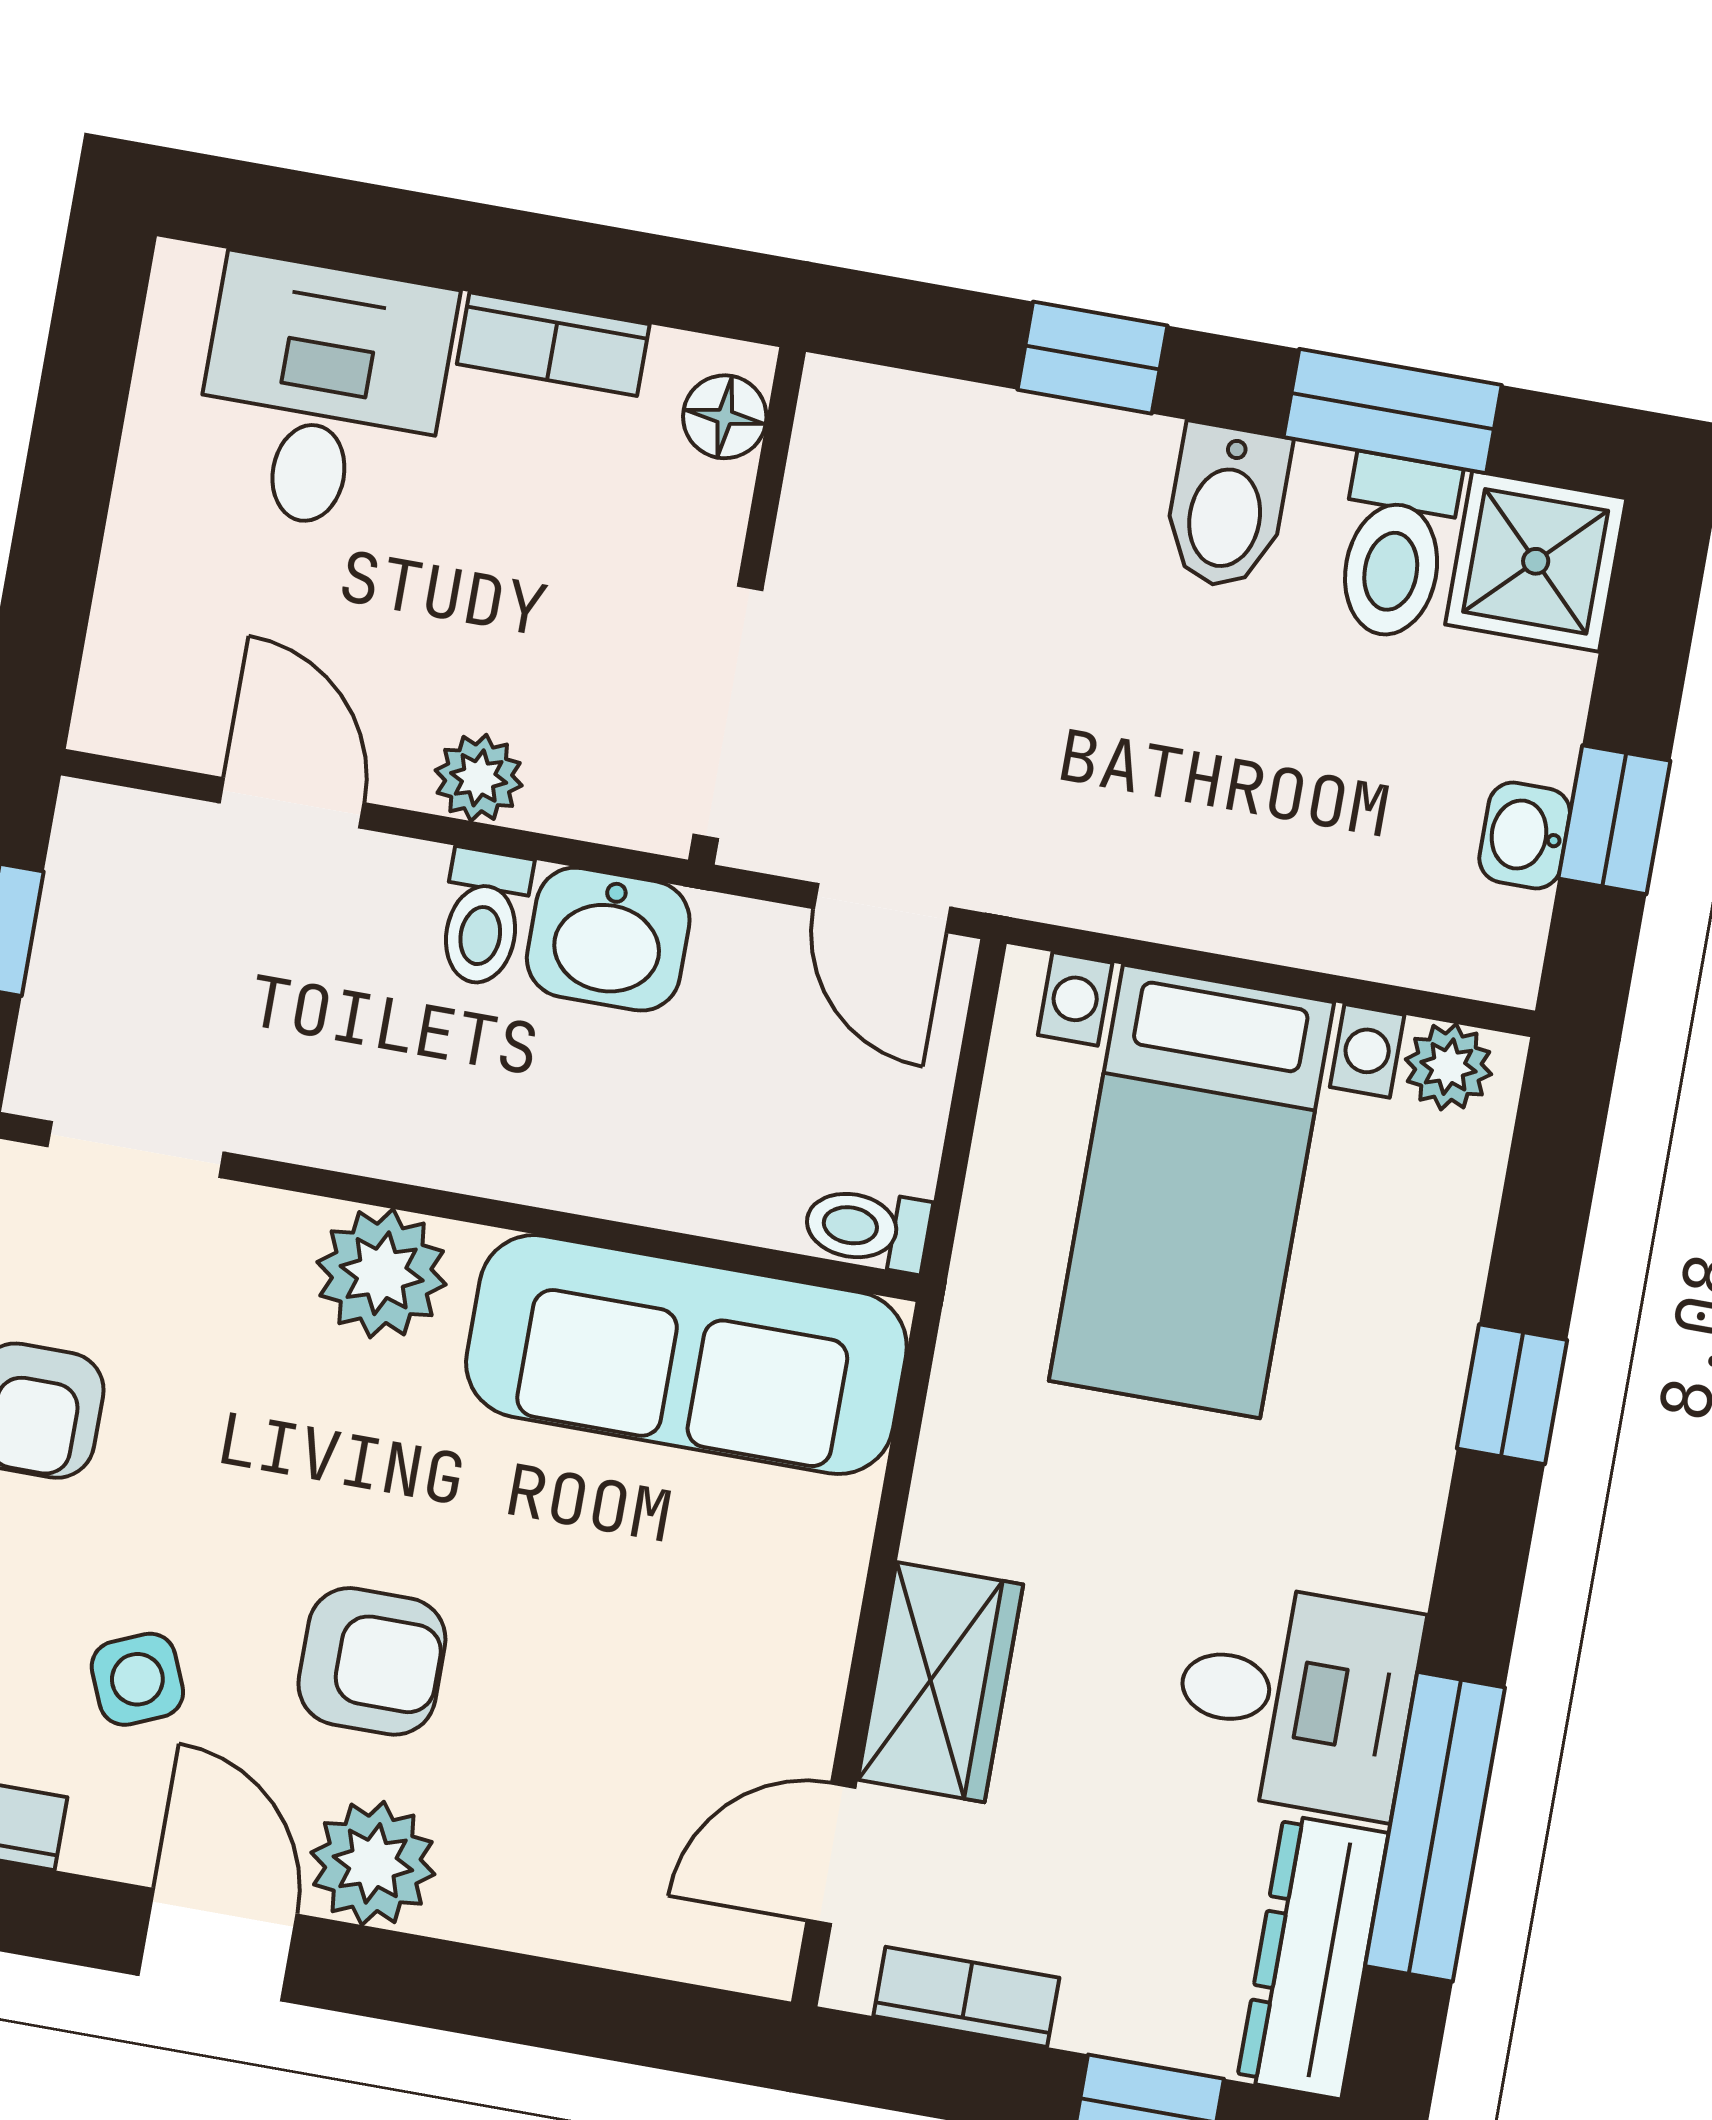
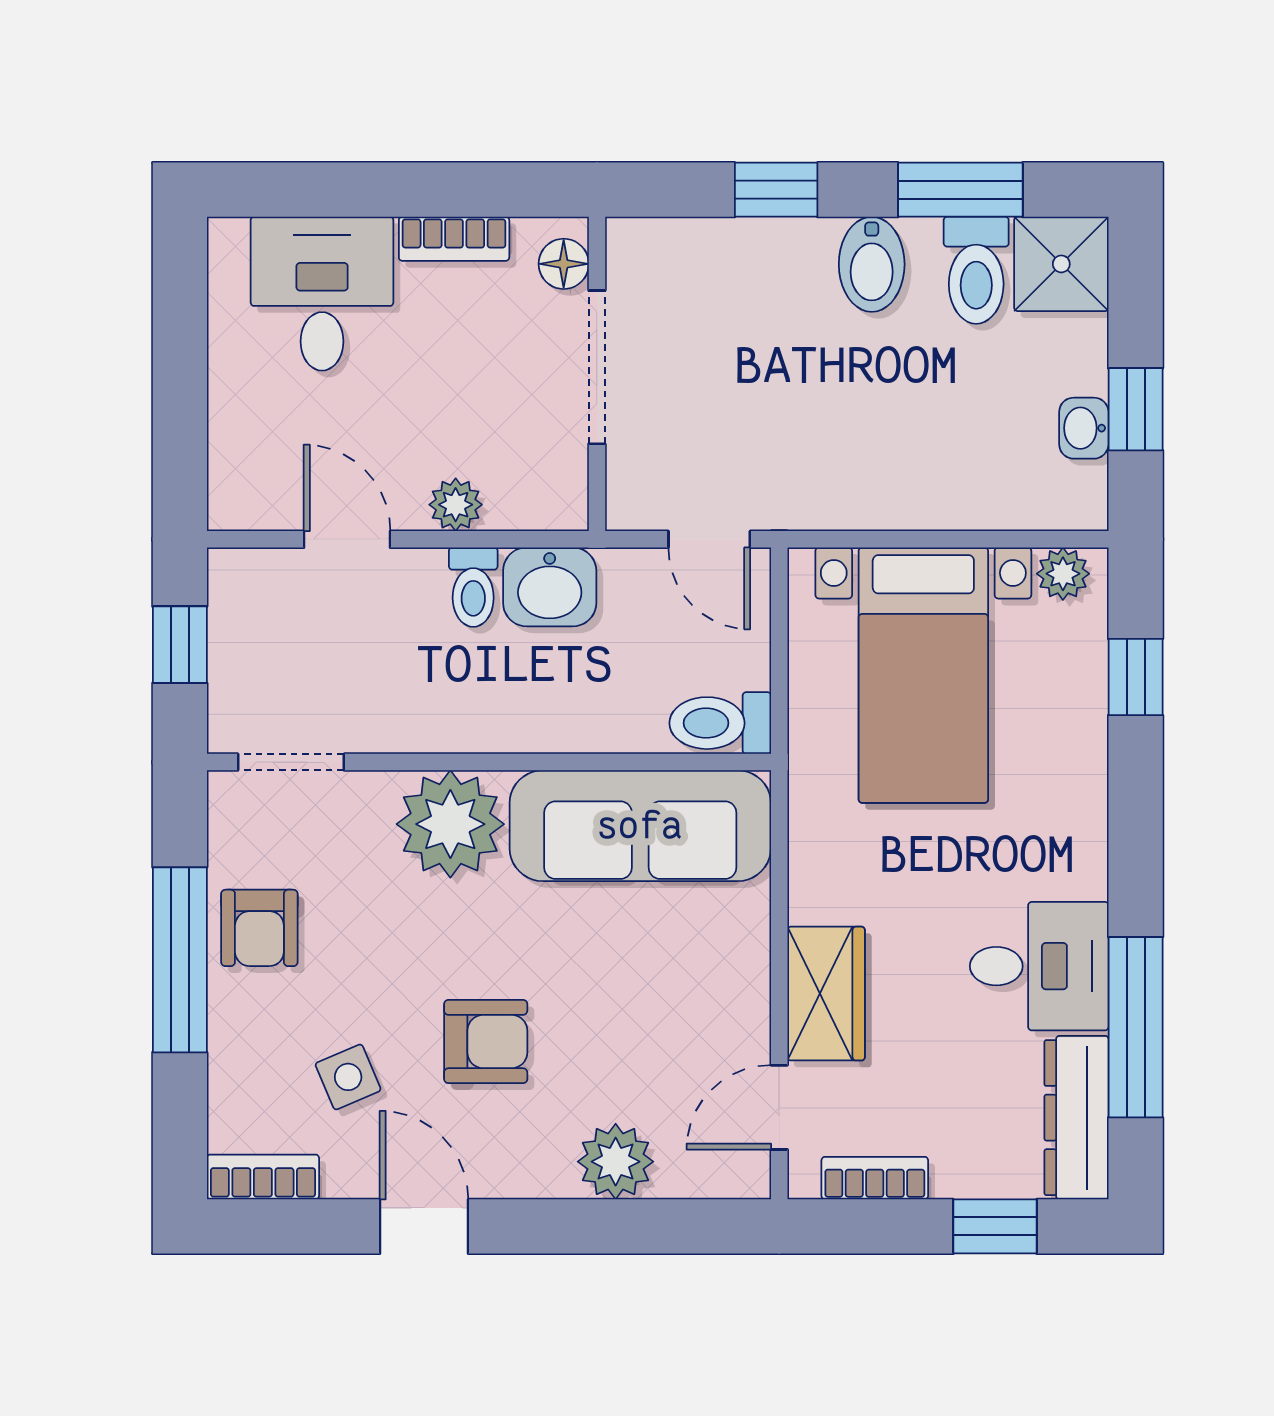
doorway: (728, 713) -> (597, 367), moved
toilet: (867, 1228) -> (720, 723), width x1.37, depth x1.39
plant: (382, 1273) -> (450, 824), width x1.36, depth x1.36
window: (1512, 1394) -> (1136, 677), moved
plant: (373, 1863) -> (616, 1162), moved

